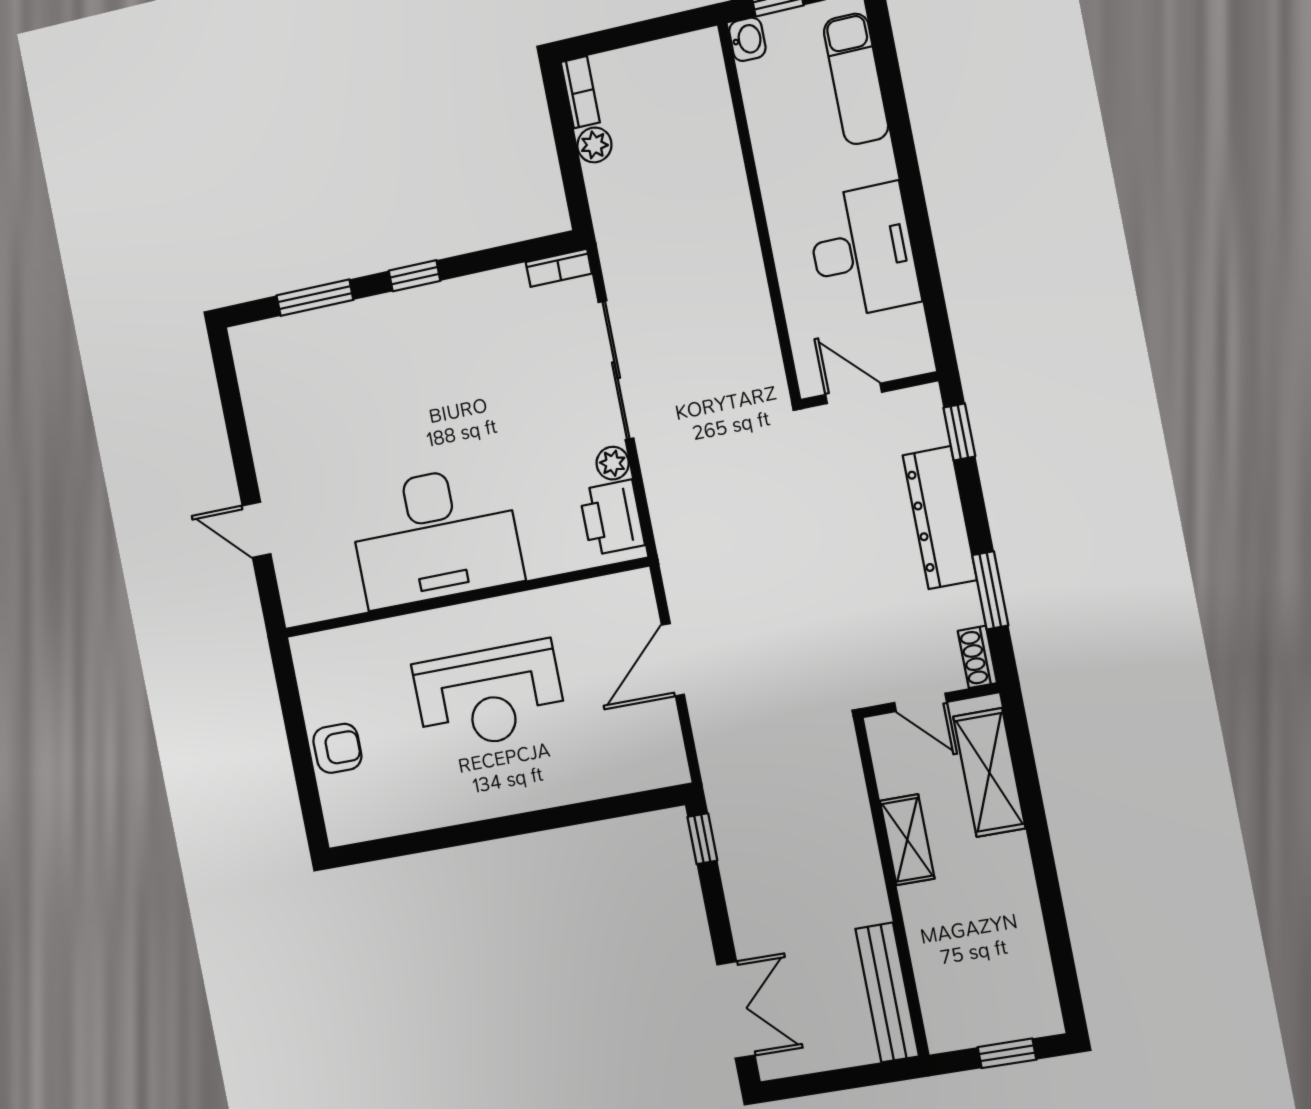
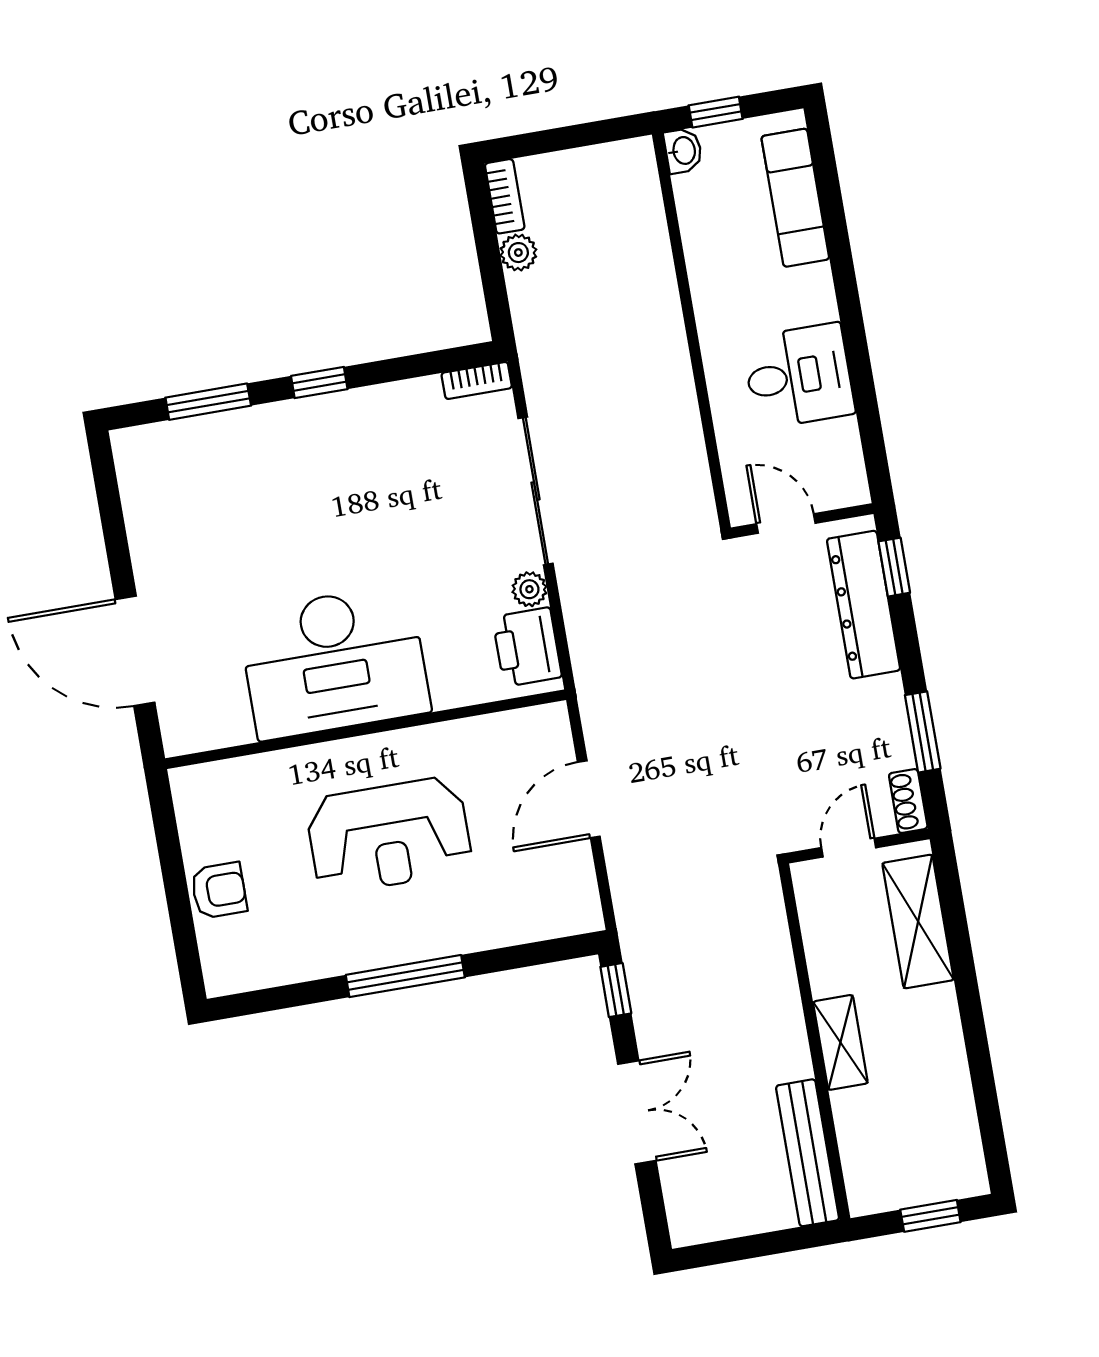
desk: (863, 251) -> (799, 376), width x0.73
dresser: (940, 518) -> (864, 605), moved
door: (257, 530) -> (135, 651), width x1.88
door: (921, 702) -> (849, 848), swing flipped
window: (508, 826) -> (405, 976), added
shelving: (907, 840) -> (840, 1042), moved
double door: (736, 1010) -> (637, 1112), moved

